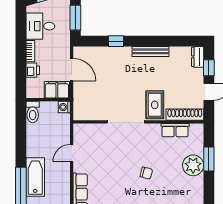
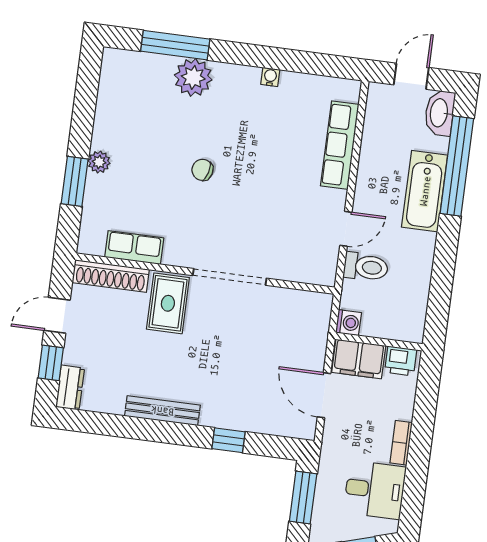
printer: (33, 70) -> (401, 361), moved, turned -90
toilet: (33, 112) -> (366, 267), moved, turned 90
plant: (193, 165) -> (99, 162), width x0.53, depth x0.53

